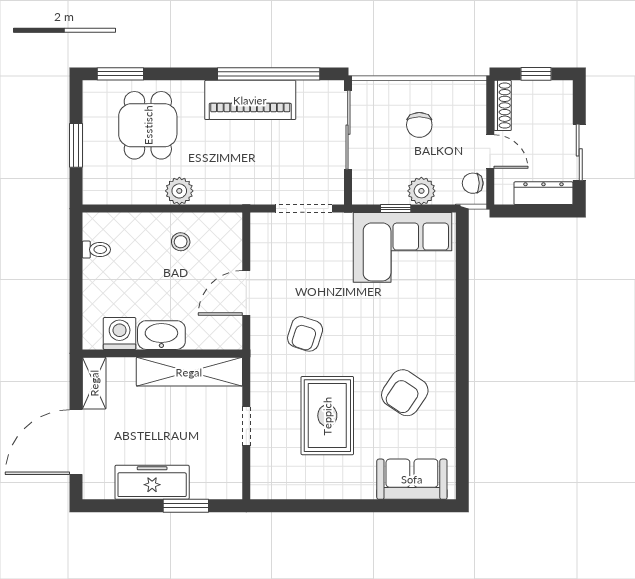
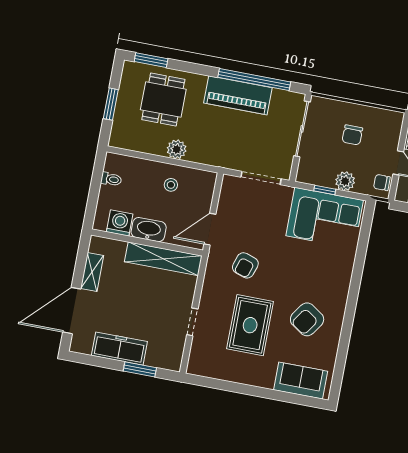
washing machine: (120, 333) -> (120, 223), moved
washbasin: (161, 335) -> (149, 230), moved
wall: (162, 353) -> (147, 242), moved
shelving: (189, 372) -> (163, 259), moved

